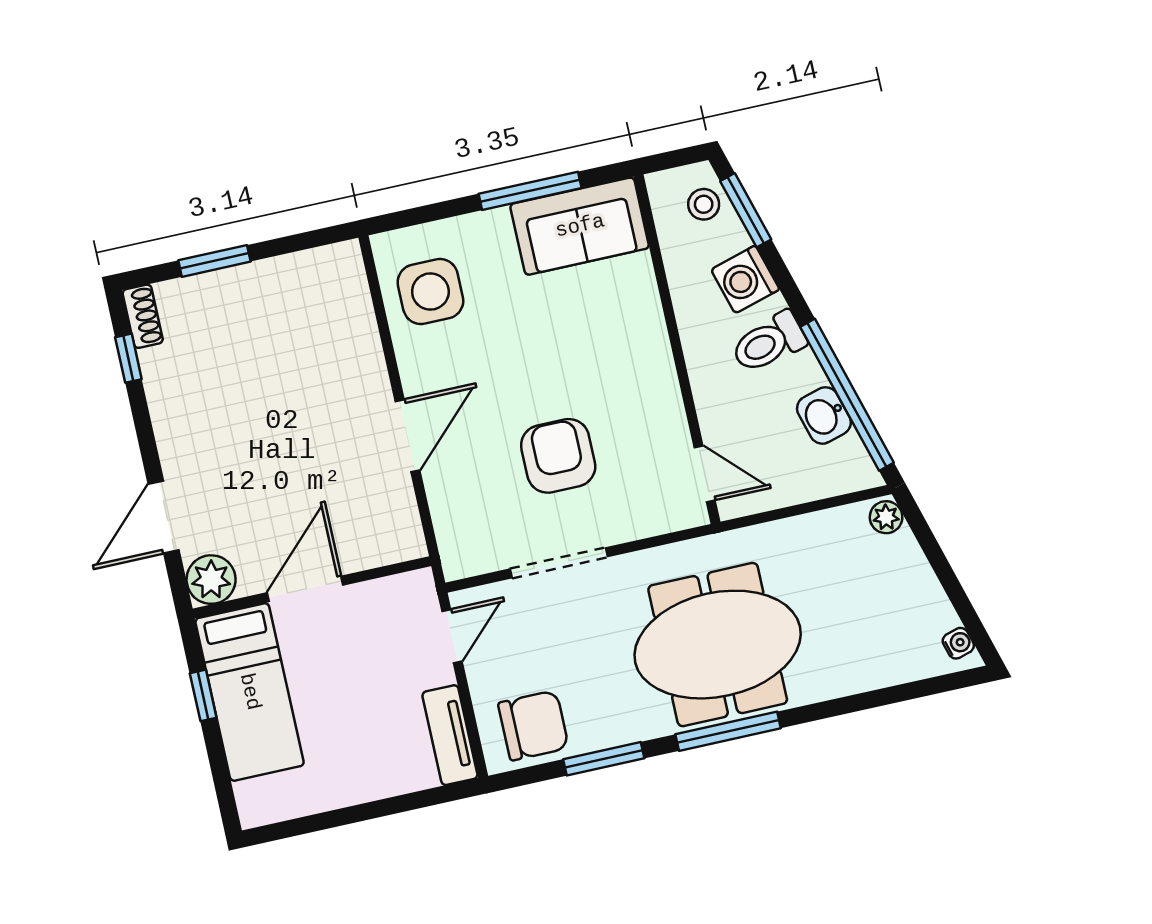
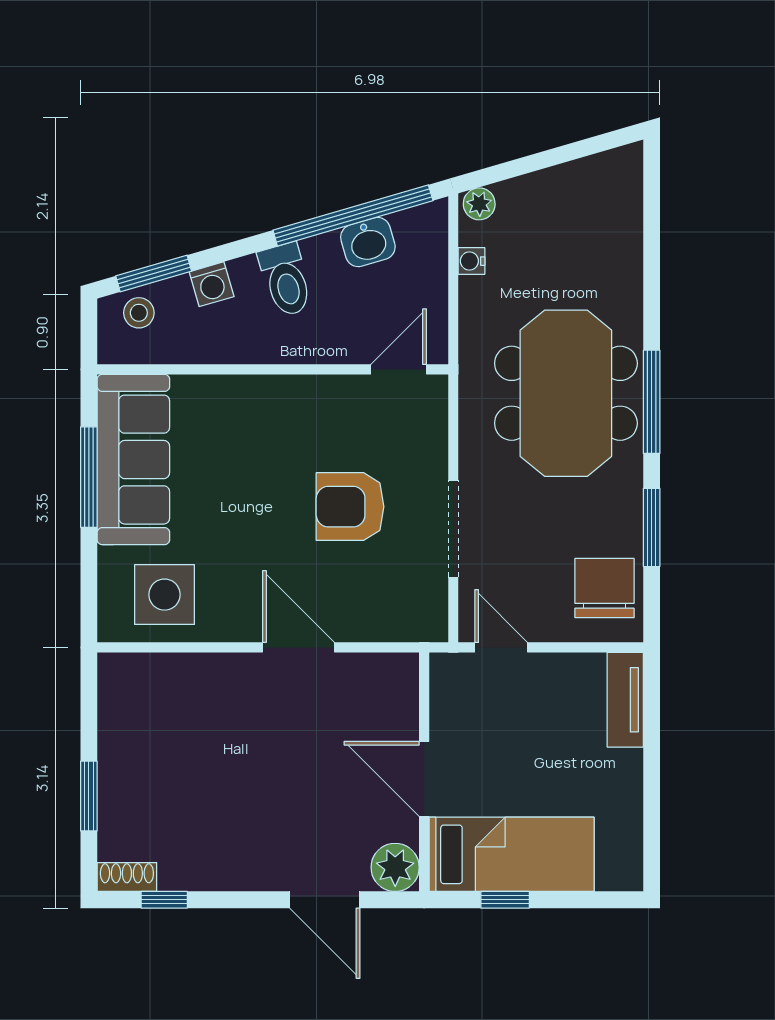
sofa: (580, 226) -> (133, 460), width x1.36
washing machine: (745, 279) -> (212, 284), width x0.73, depth x0.73
water cooler: (958, 643) -> (472, 261), moved, turned -74
tv unit: (450, 735) -> (625, 700), moved, turned 90

